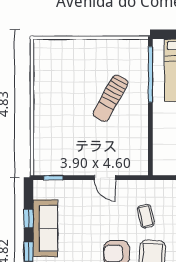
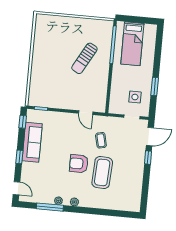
door: (105, 178) -> (86, 113), moved
window: (28, 219) -> (23, 122), moved

